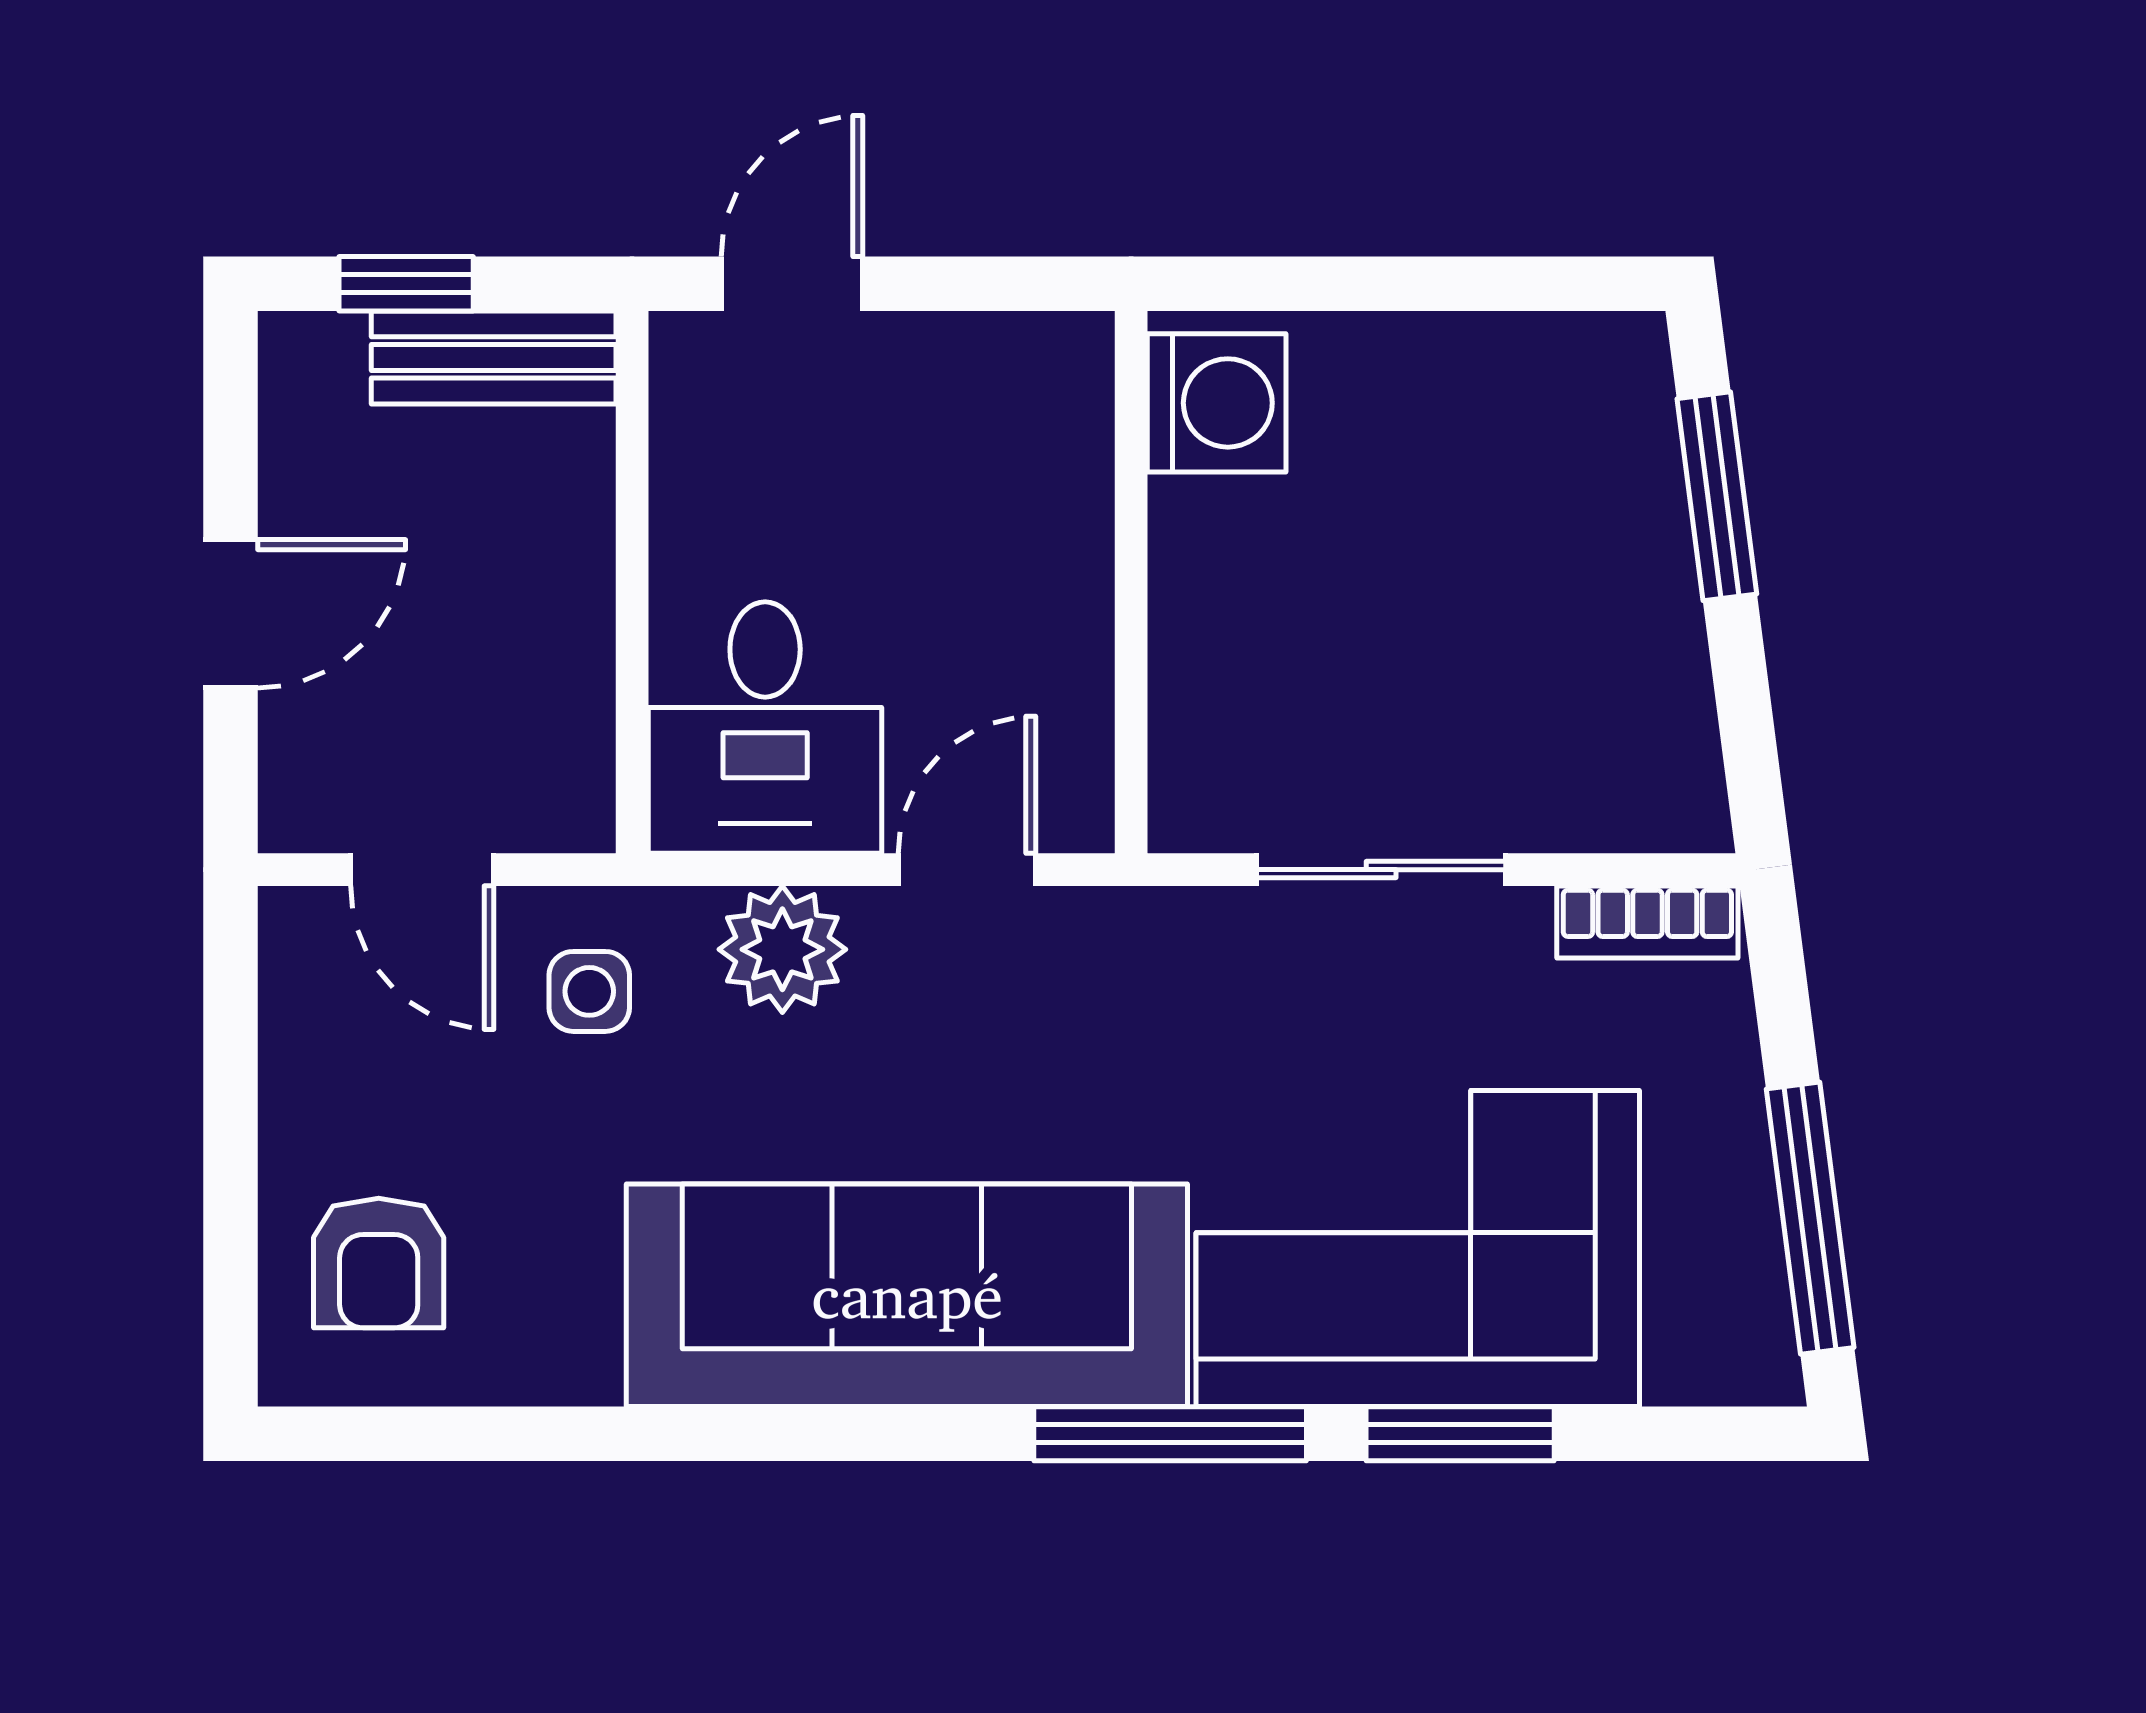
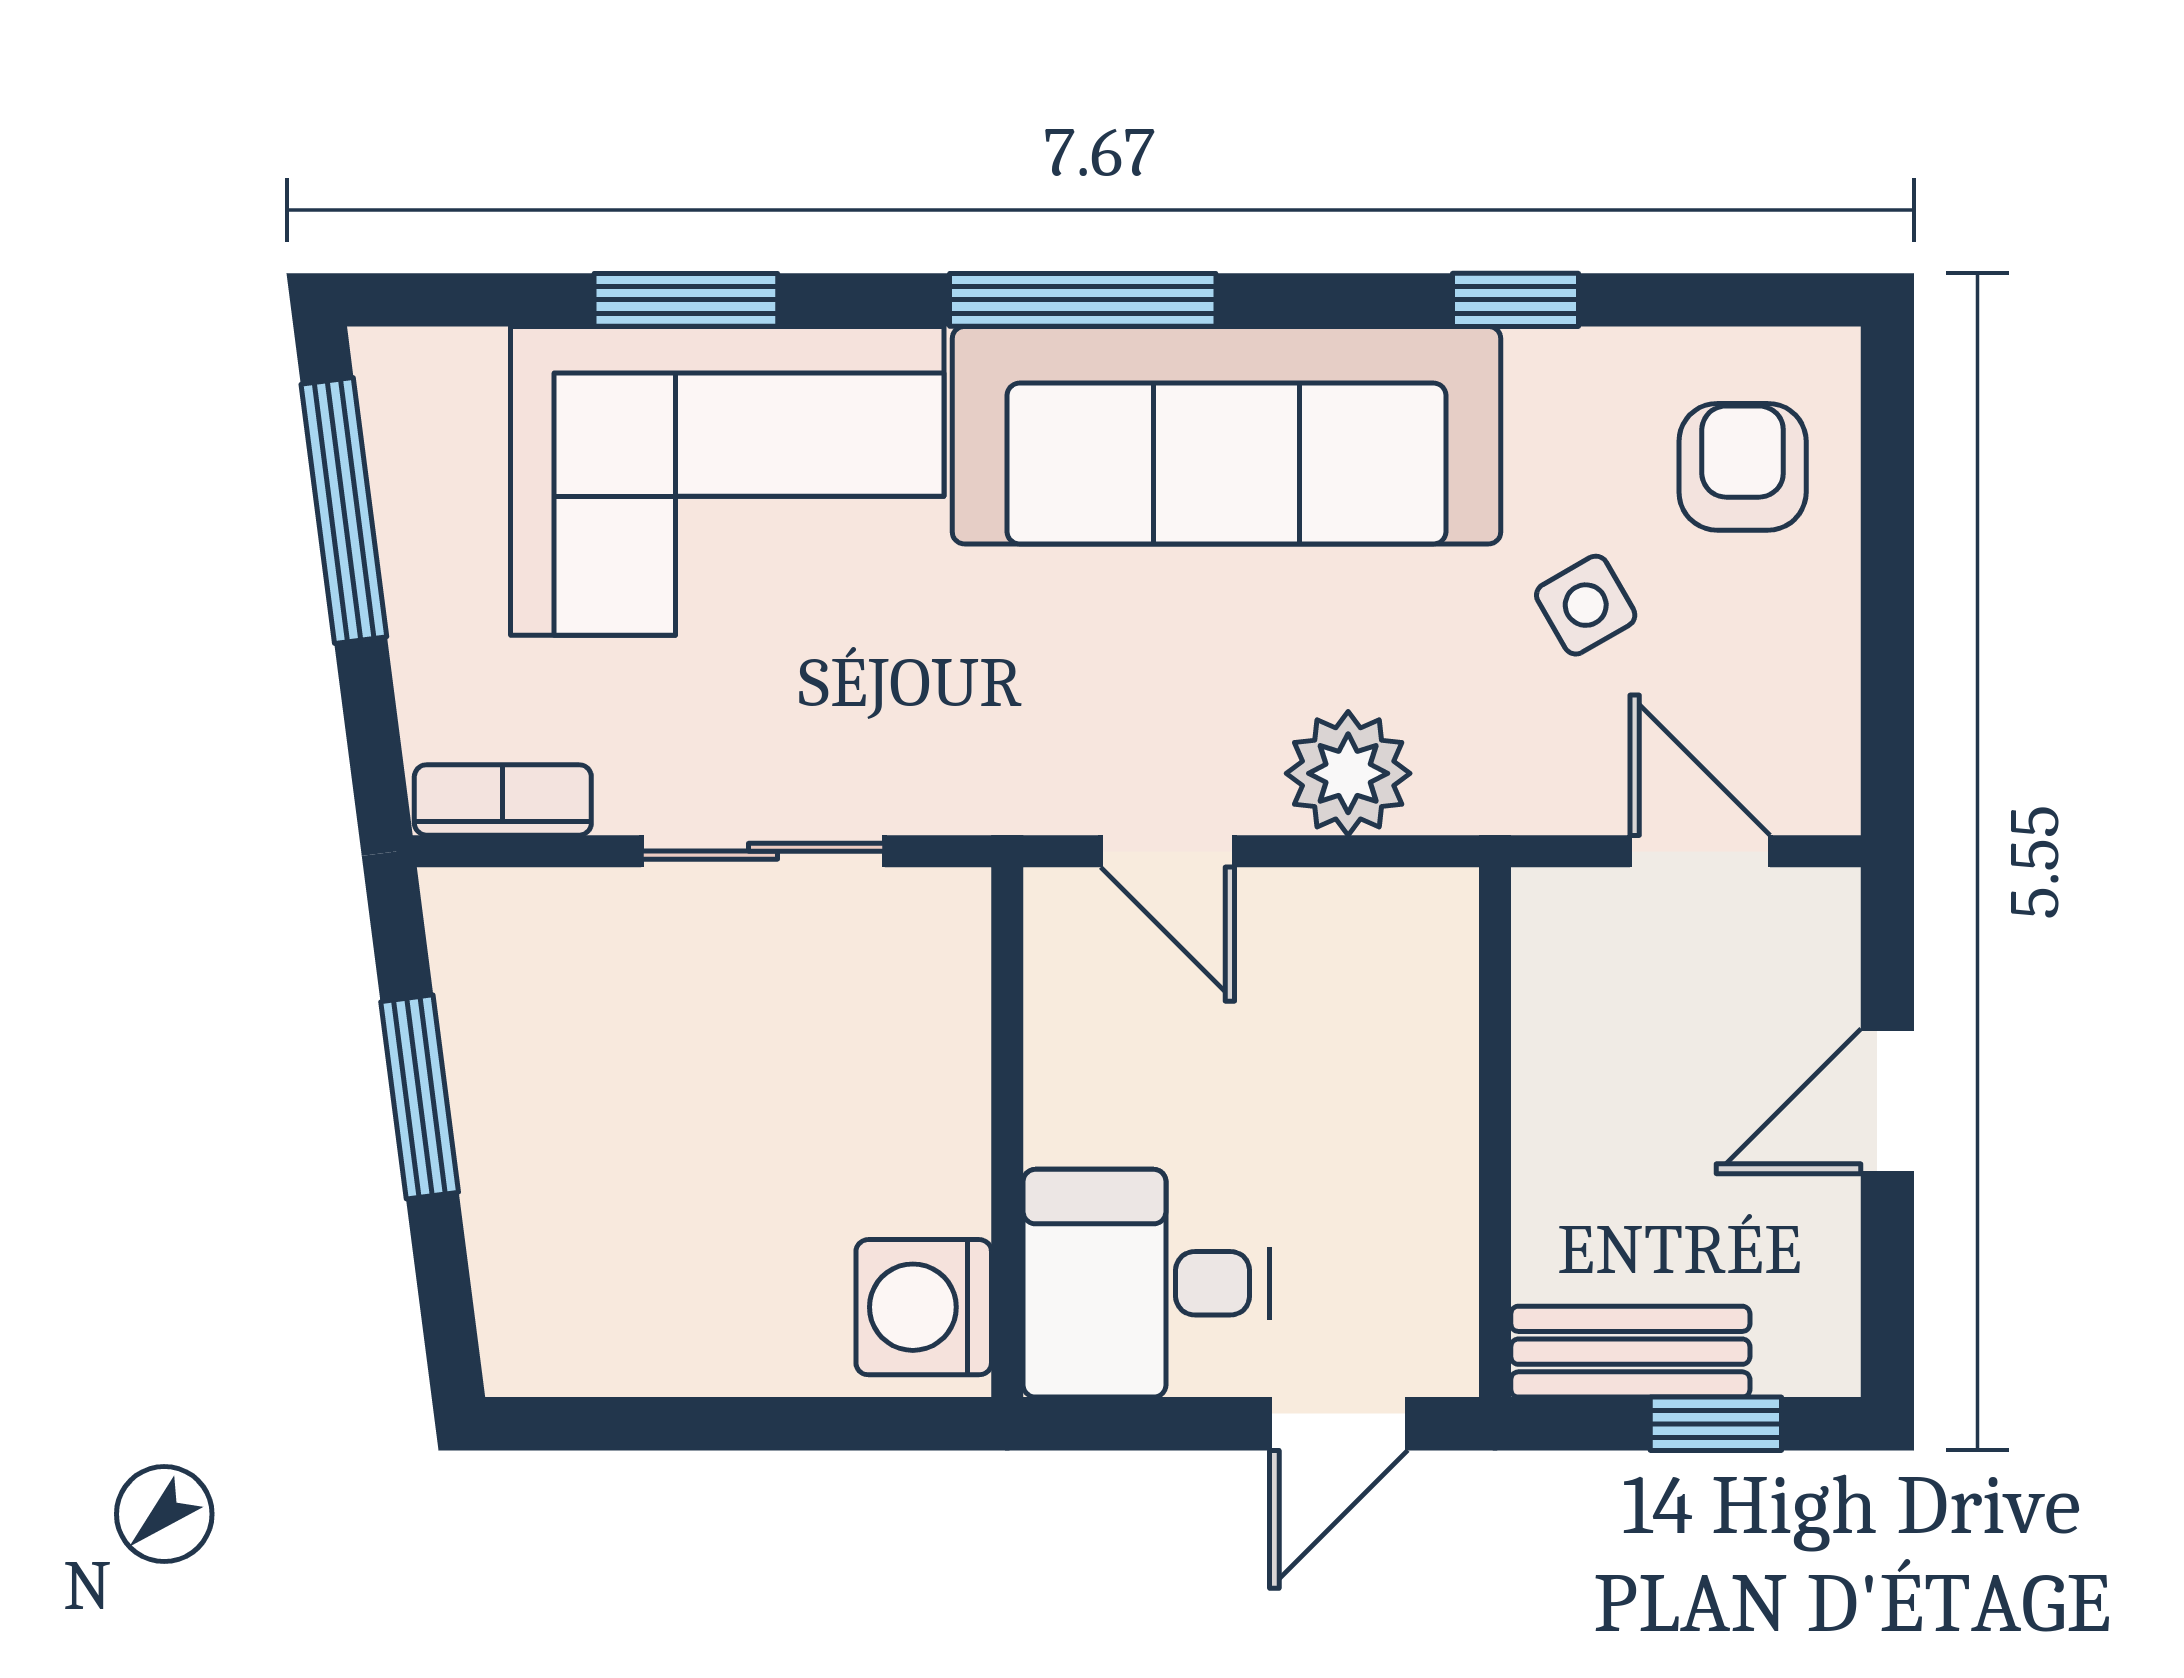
window: (1717, 496) -> (420, 1097), moved
desk: (765, 727) -> (1146, 1283), moved, turned -90
door: (967, 870) -> (1168, 851), hinge flipped
side table: (589, 991) -> (1586, 605), moved, turned -30
window: (611, 1434) -> (1516, 300), added
window: (1170, 1434) -> (1083, 300), moved

